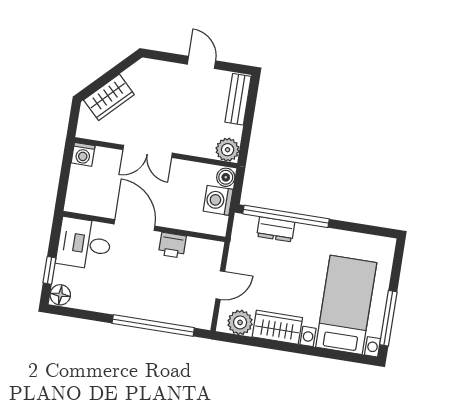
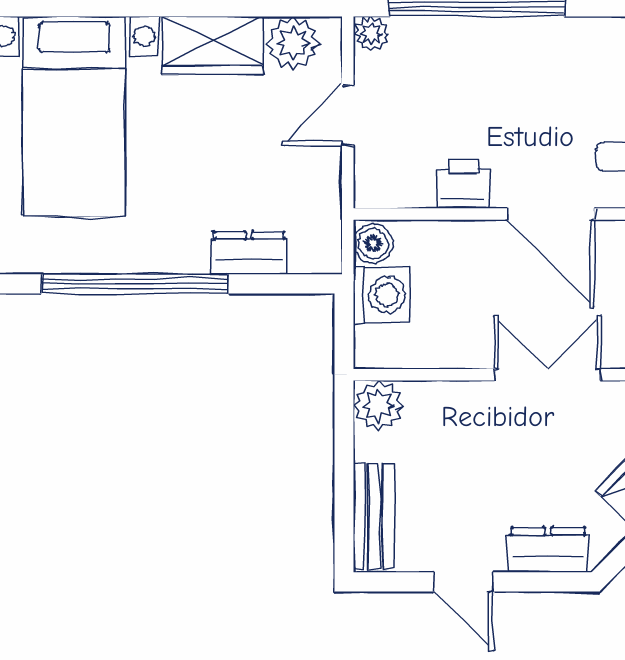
dresser: (160, 71) -> (548, 550), added
boiler: (226, 177) -> (373, 243), moved
window: (286, 216) -> (135, 284), moved
plant: (204, 321) -> (371, 34), added

